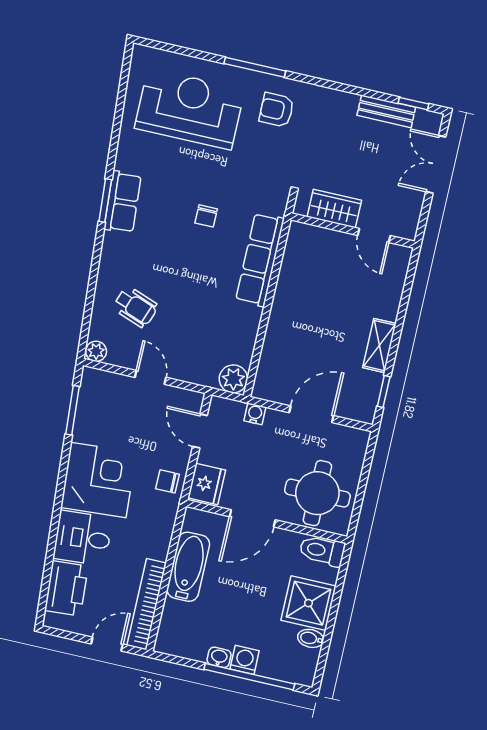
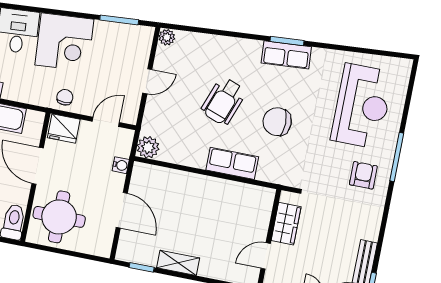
chair: (206, 216) -> (277, 122), width x1.87, depth x1.87
row of seats: (260, 260) -> (232, 163), width x0.68
wheelchair: (135, 307) -> (224, 101), moved, width x1.36, depth x1.37

